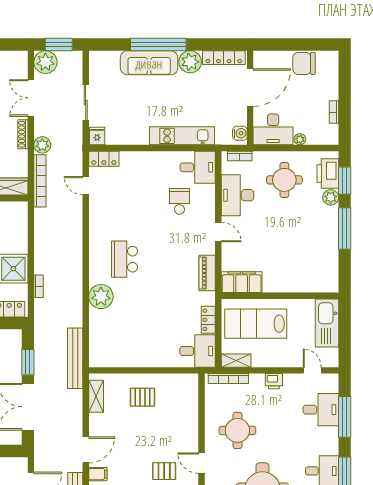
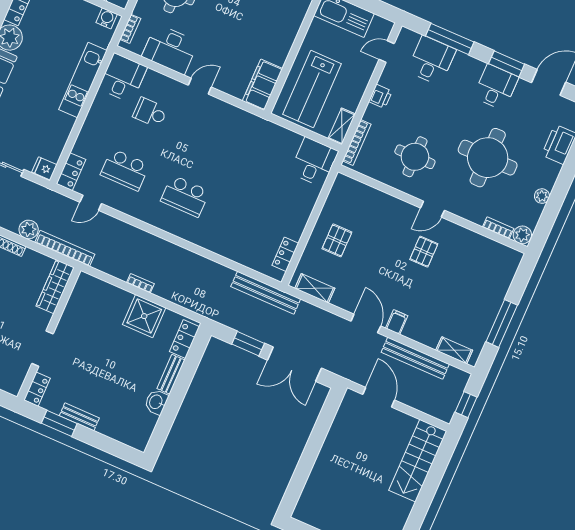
school desk: (125, 201) -> (125, 170), added
piano: (207, 273) -> (237, 116), removed
bookcase: (39, 286) -> (140, 283), moved
plant: (101, 297) -> (213, 238), removed
locker: (208, 320) -> (285, 254), moved, turned 90

